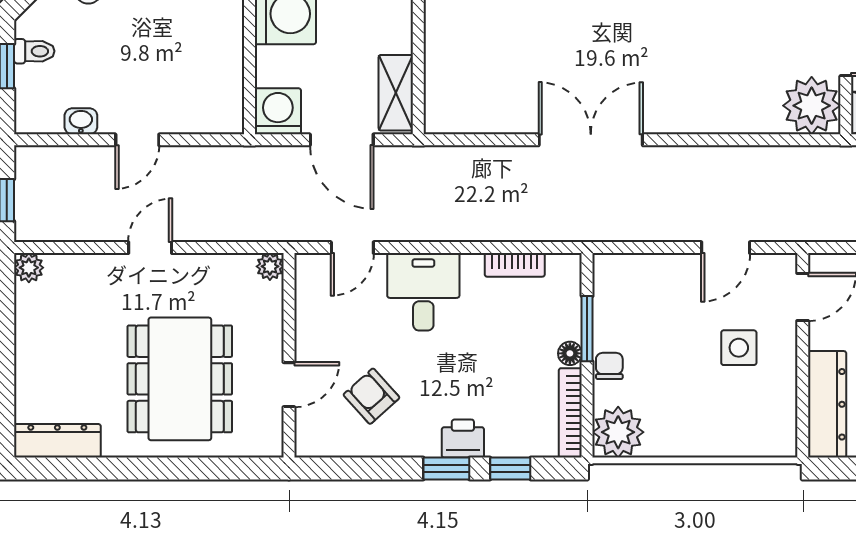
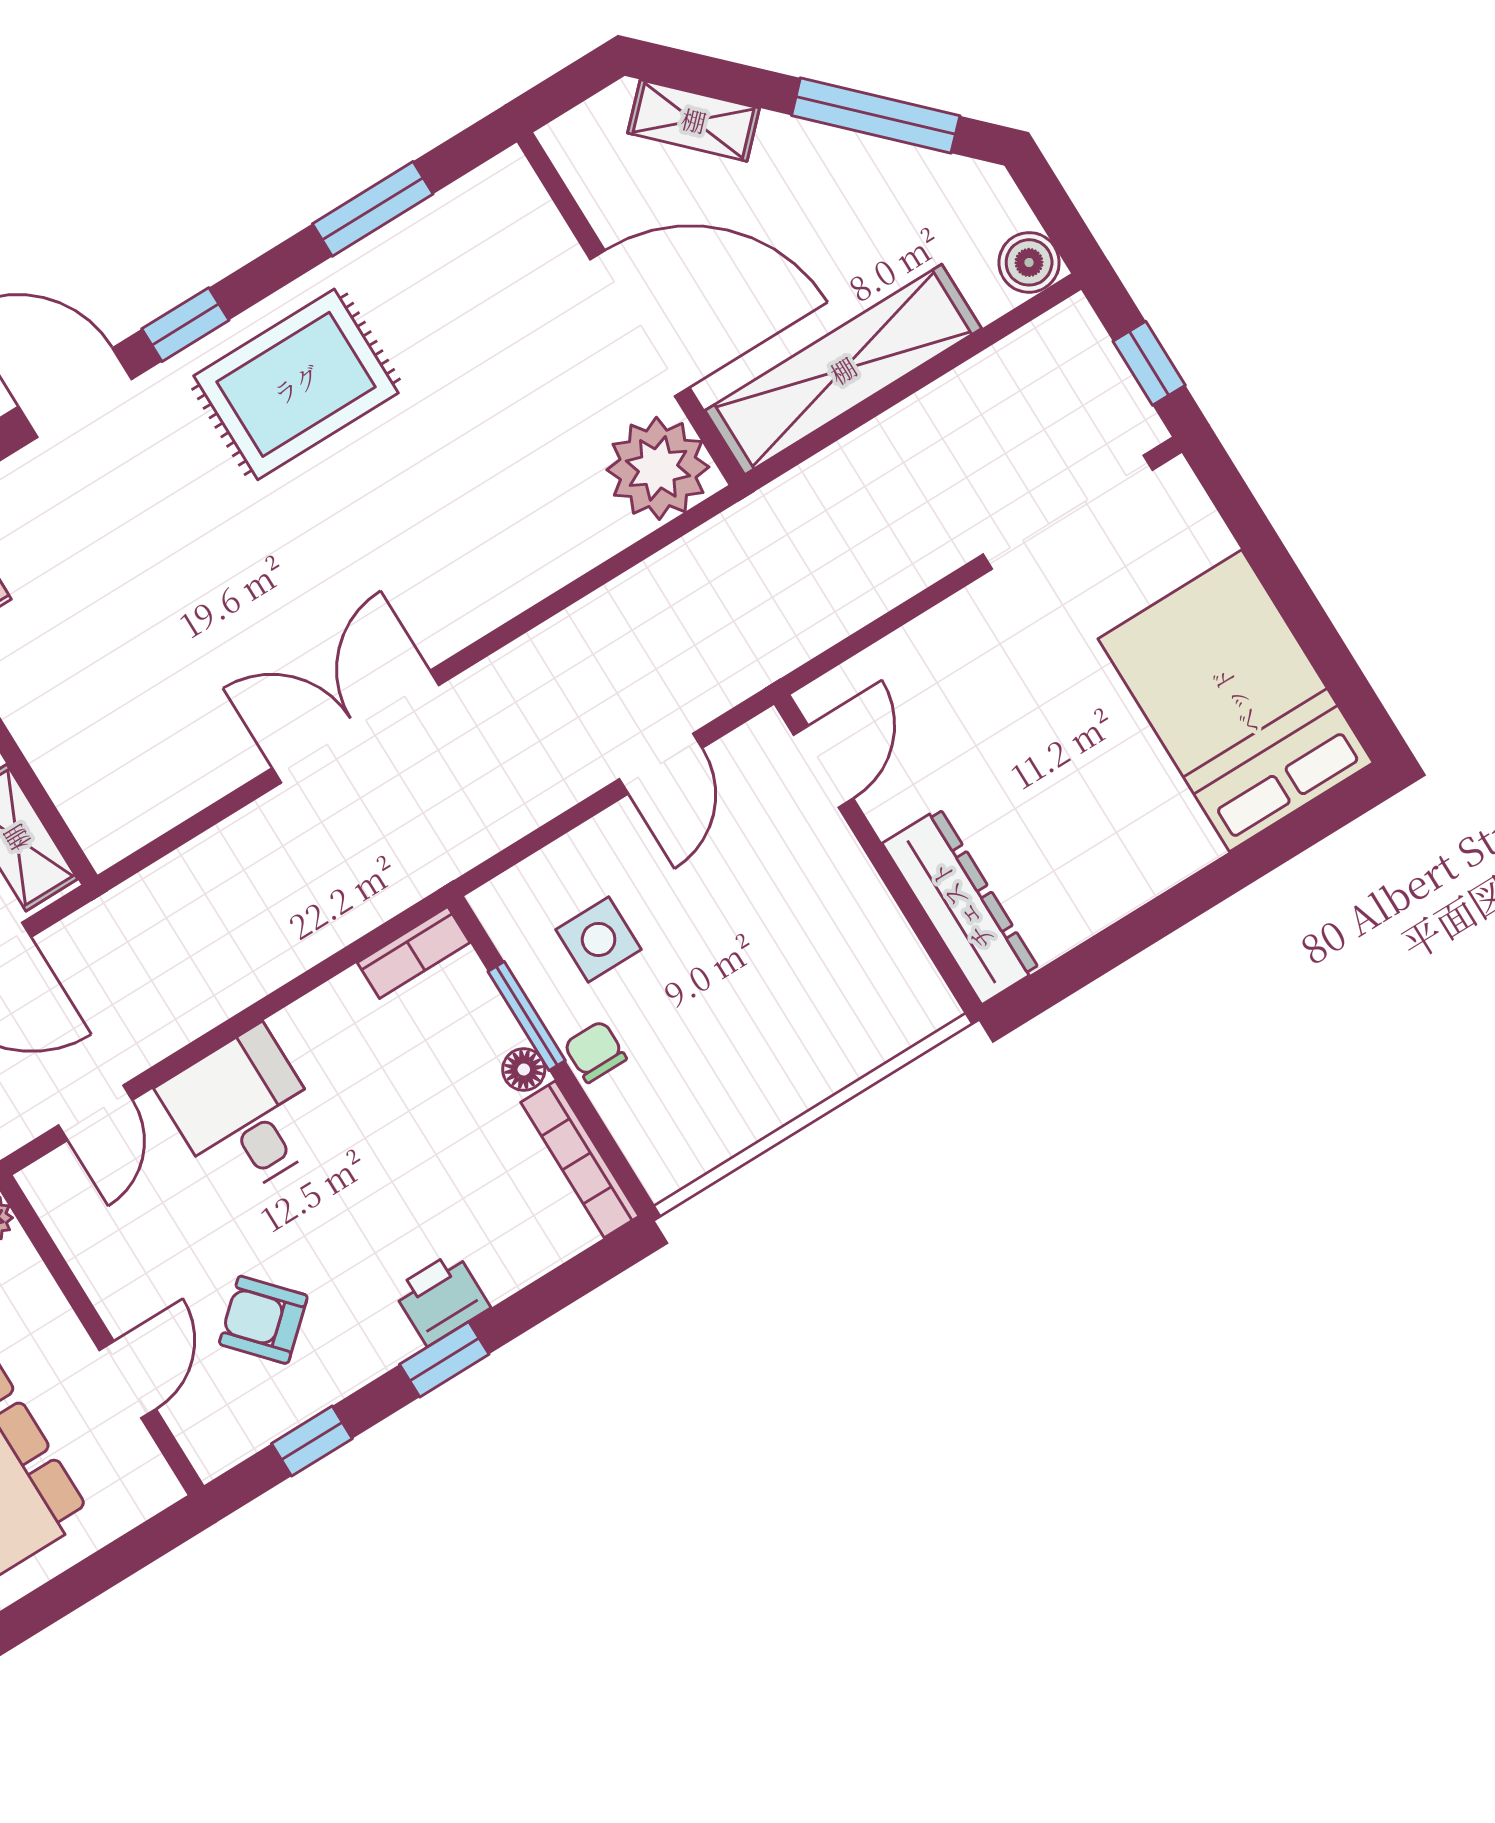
bookcase: (515, 265) -> (414, 952), moved
side table: (739, 348) -> (599, 939), moved
plant: (618, 432) -> (670, 1144), removed
window: (510, 468) -> (312, 1441), moved

